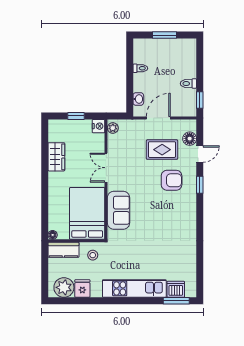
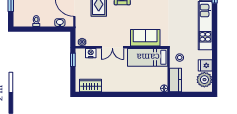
window: (76, 116) -> (73, 60), moved
nightstand: (99, 126) -> (91, 53), moved
wardrobe: (56, 157) -> (91, 85), moved
bed: (87, 213) -> (148, 57), width x0.67

